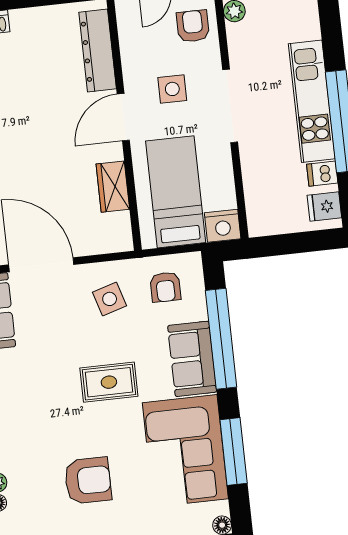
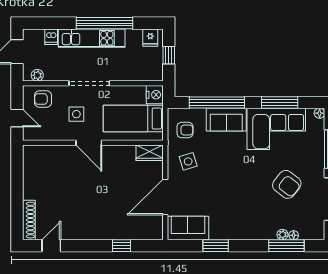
dresser: (98, 50) -> (51, 153), removed
dishwasher: (322, 174) -> (51, 37), moved
wardrobe: (113, 187) -> (150, 153), moved
window: (296, 243) -> (169, 55), added
rug: (109, 382) -> (234, 167), removed
armchair: (88, 480) -> (287, 184), turned 128

